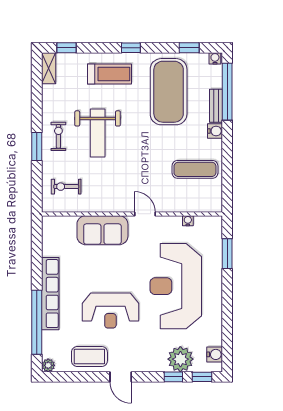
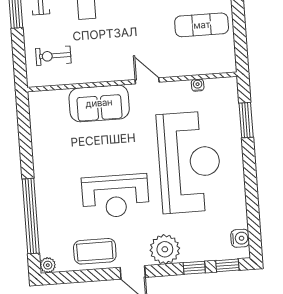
reception desk: (176, 286) -> (189, 162), turned 180
row of seats: (50, 294) -> (44, 182), removed
plant: (180, 359) -> (165, 249), moved

